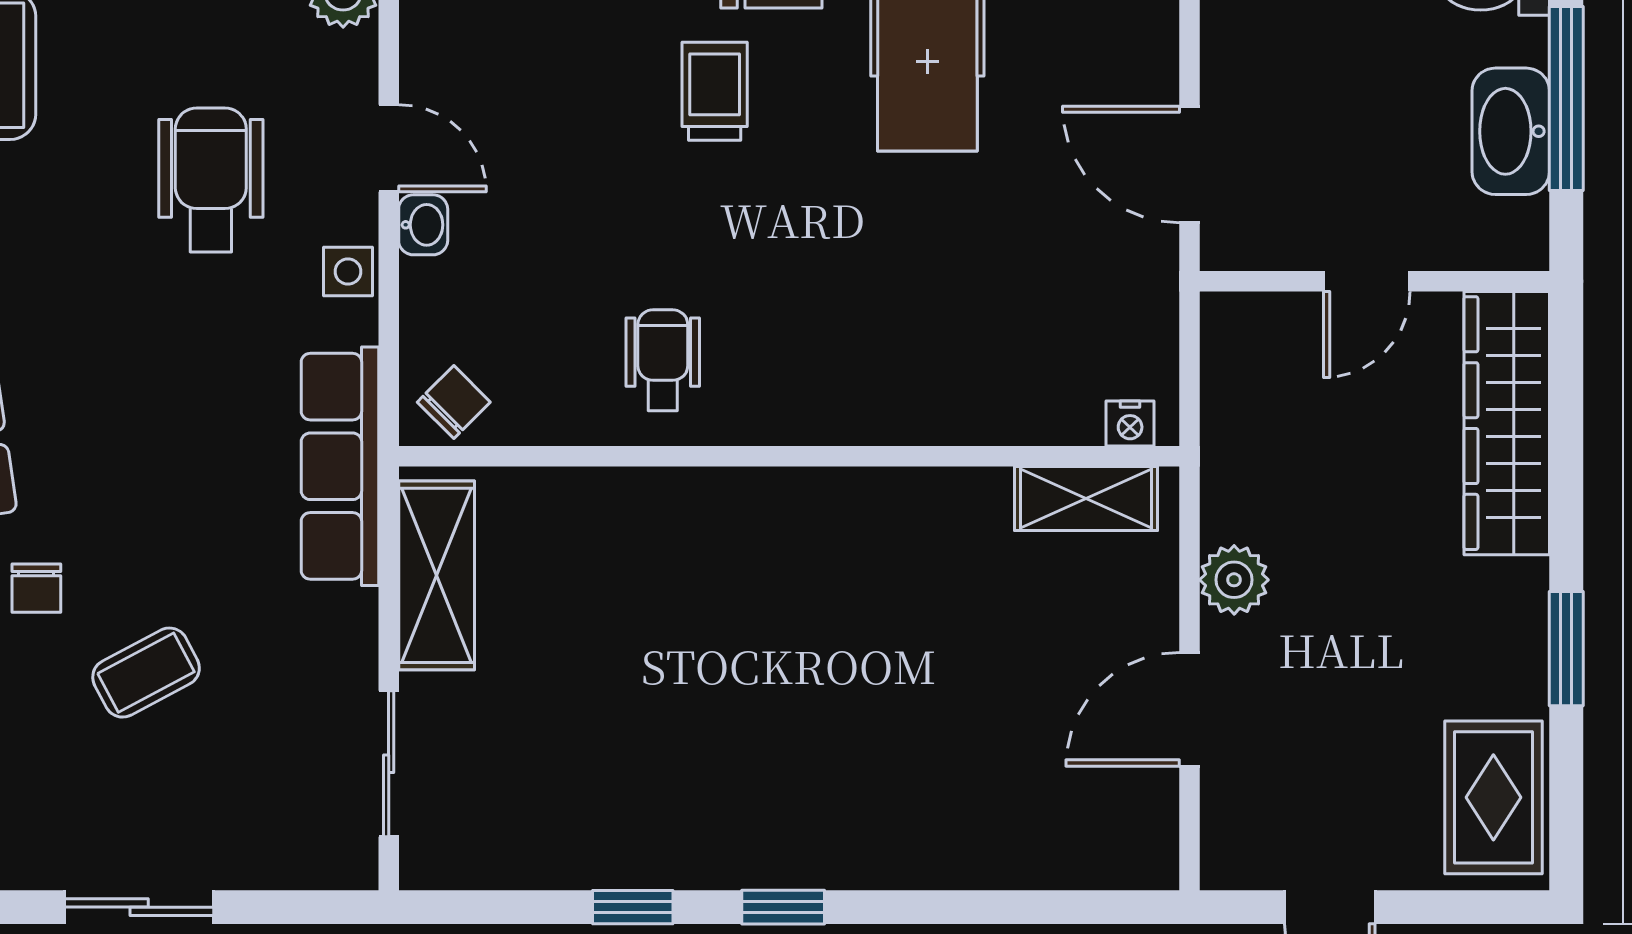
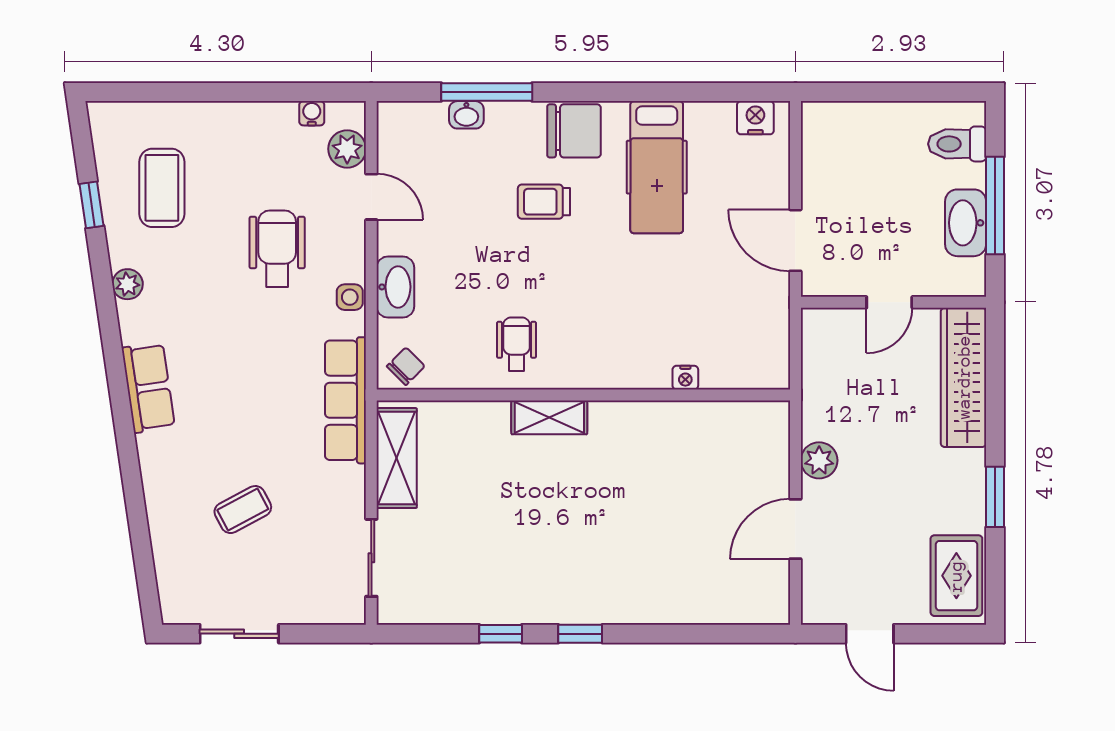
trolley: (715, 91) -> (544, 202), turned -90
door: (389, 148) -> (371, 197), moved
washbasin: (423, 225) -> (395, 287), width x1.91, depth x1.45
nightstand: (1130, 424) -> (685, 378), moved
shelving: (1086, 498) -> (549, 417), moved
chair: (36, 588) -> (185, 465), removed

